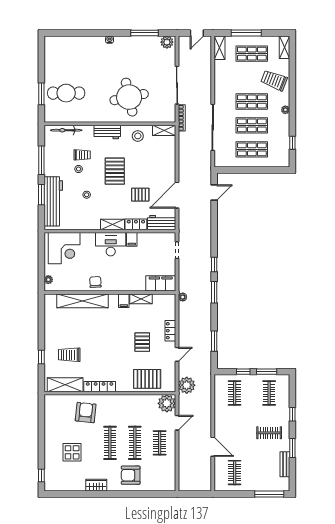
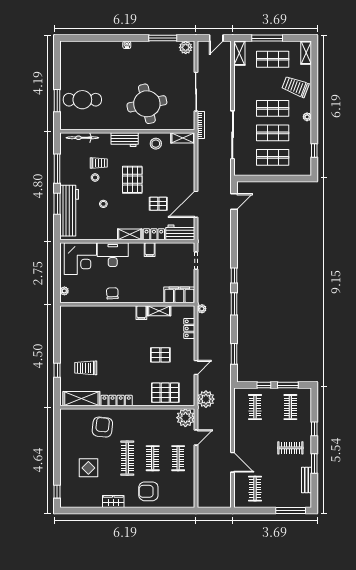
desk: (111, 244) -> (113, 255), moved
shelving: (82, 301) -> (99, 313), removed
locker: (170, 331) -> (189, 328), moved
pallet: (142, 342) -> (160, 355), turned 90
clothes rail: (135, 443) -> (153, 458), width x0.73

